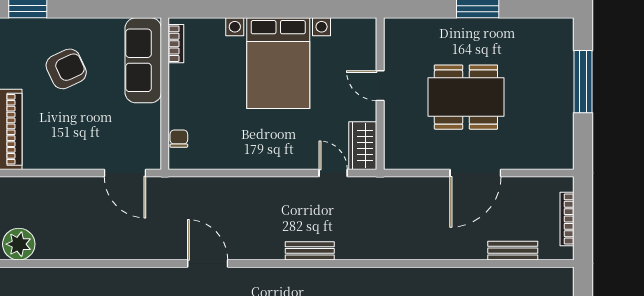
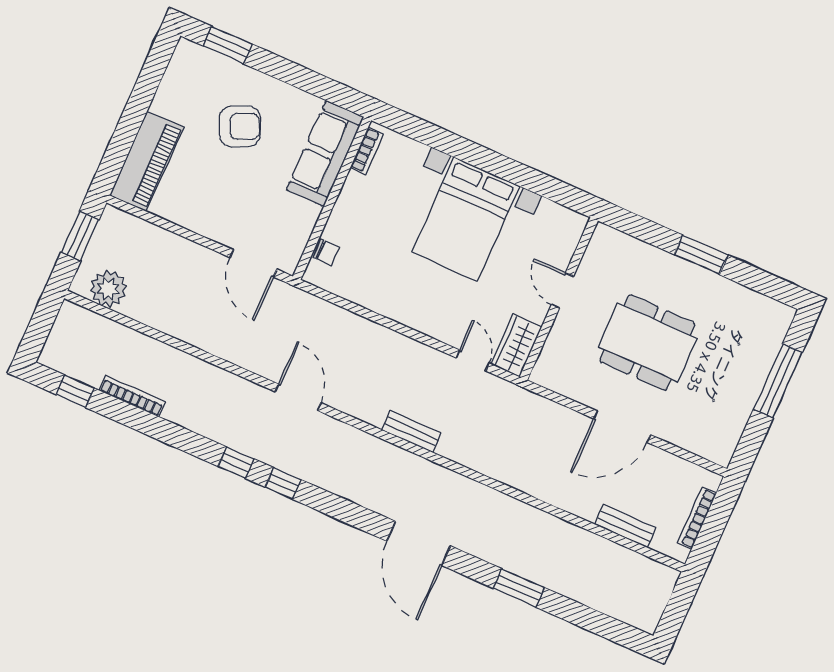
chair: (179, 139) -> (326, 252), turned 90

